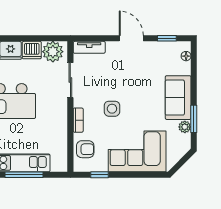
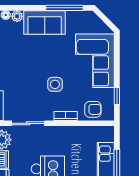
window: (194, 119) -> (64, 8), width x1.44
plant: (185, 127) -> (17, 16), moved
armchair: (85, 149) -> (93, 109), turned 90

